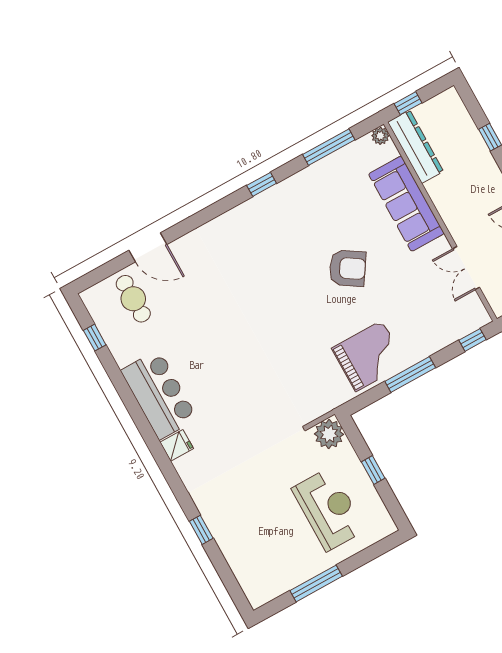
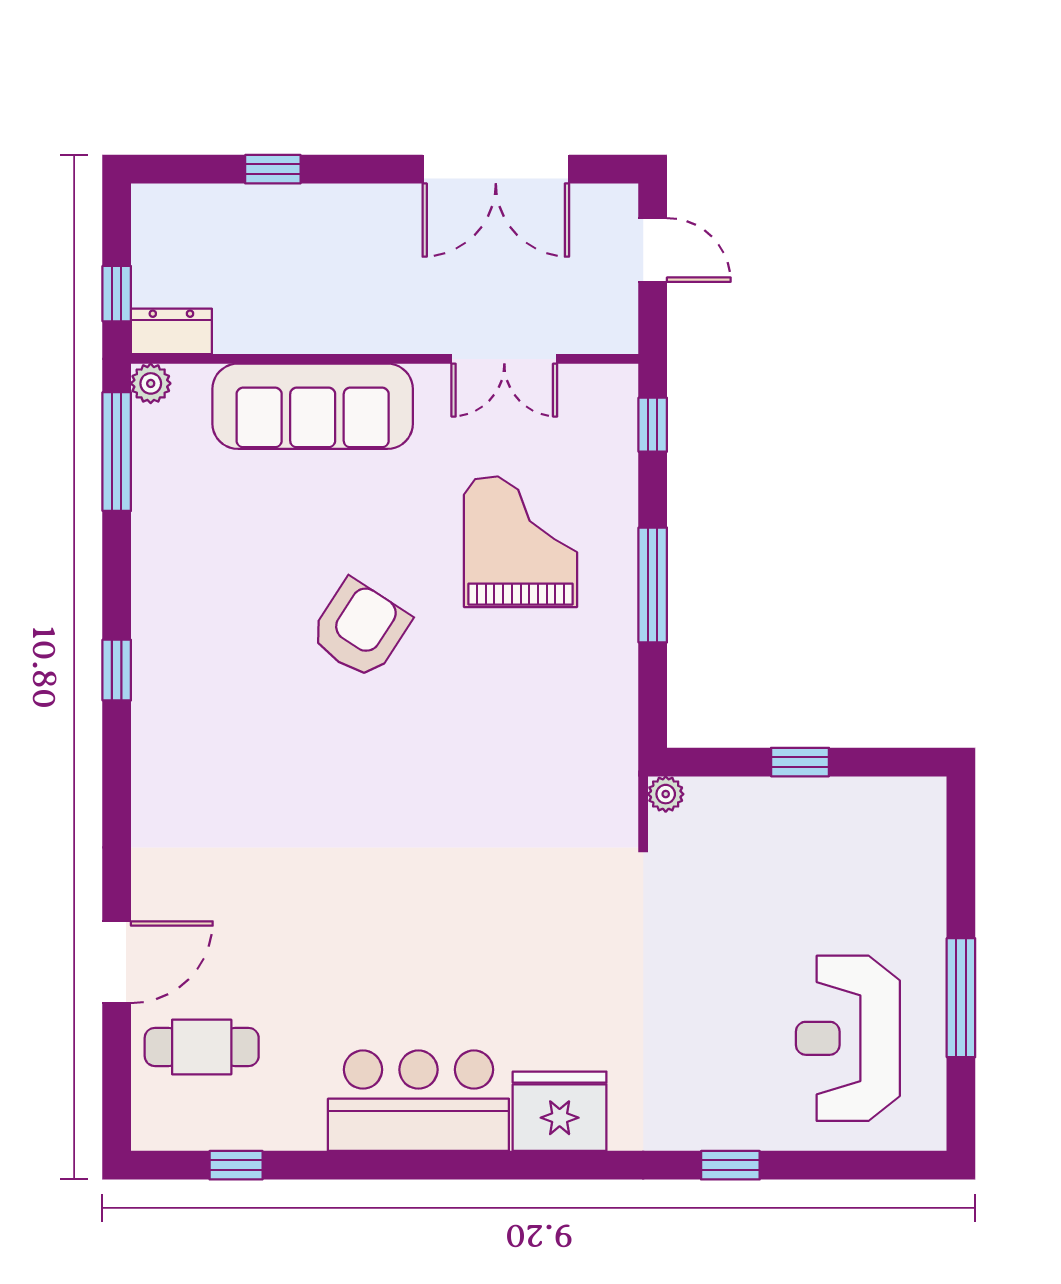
window: (329, 147) -> (117, 452), moved
dresser: (416, 147) -> (171, 331), width x0.51, depth x0.80
armchair: (348, 268) -> (360, 629), moved
grand piano: (369, 356) -> (521, 542), moved
plant: (329, 434) -> (666, 794), width x0.53, depth x0.53
fridge: (177, 445) -> (560, 1111), width x1.88, depth x1.34
reception desk: (329, 509) -> (848, 1038), moved, turned -90

